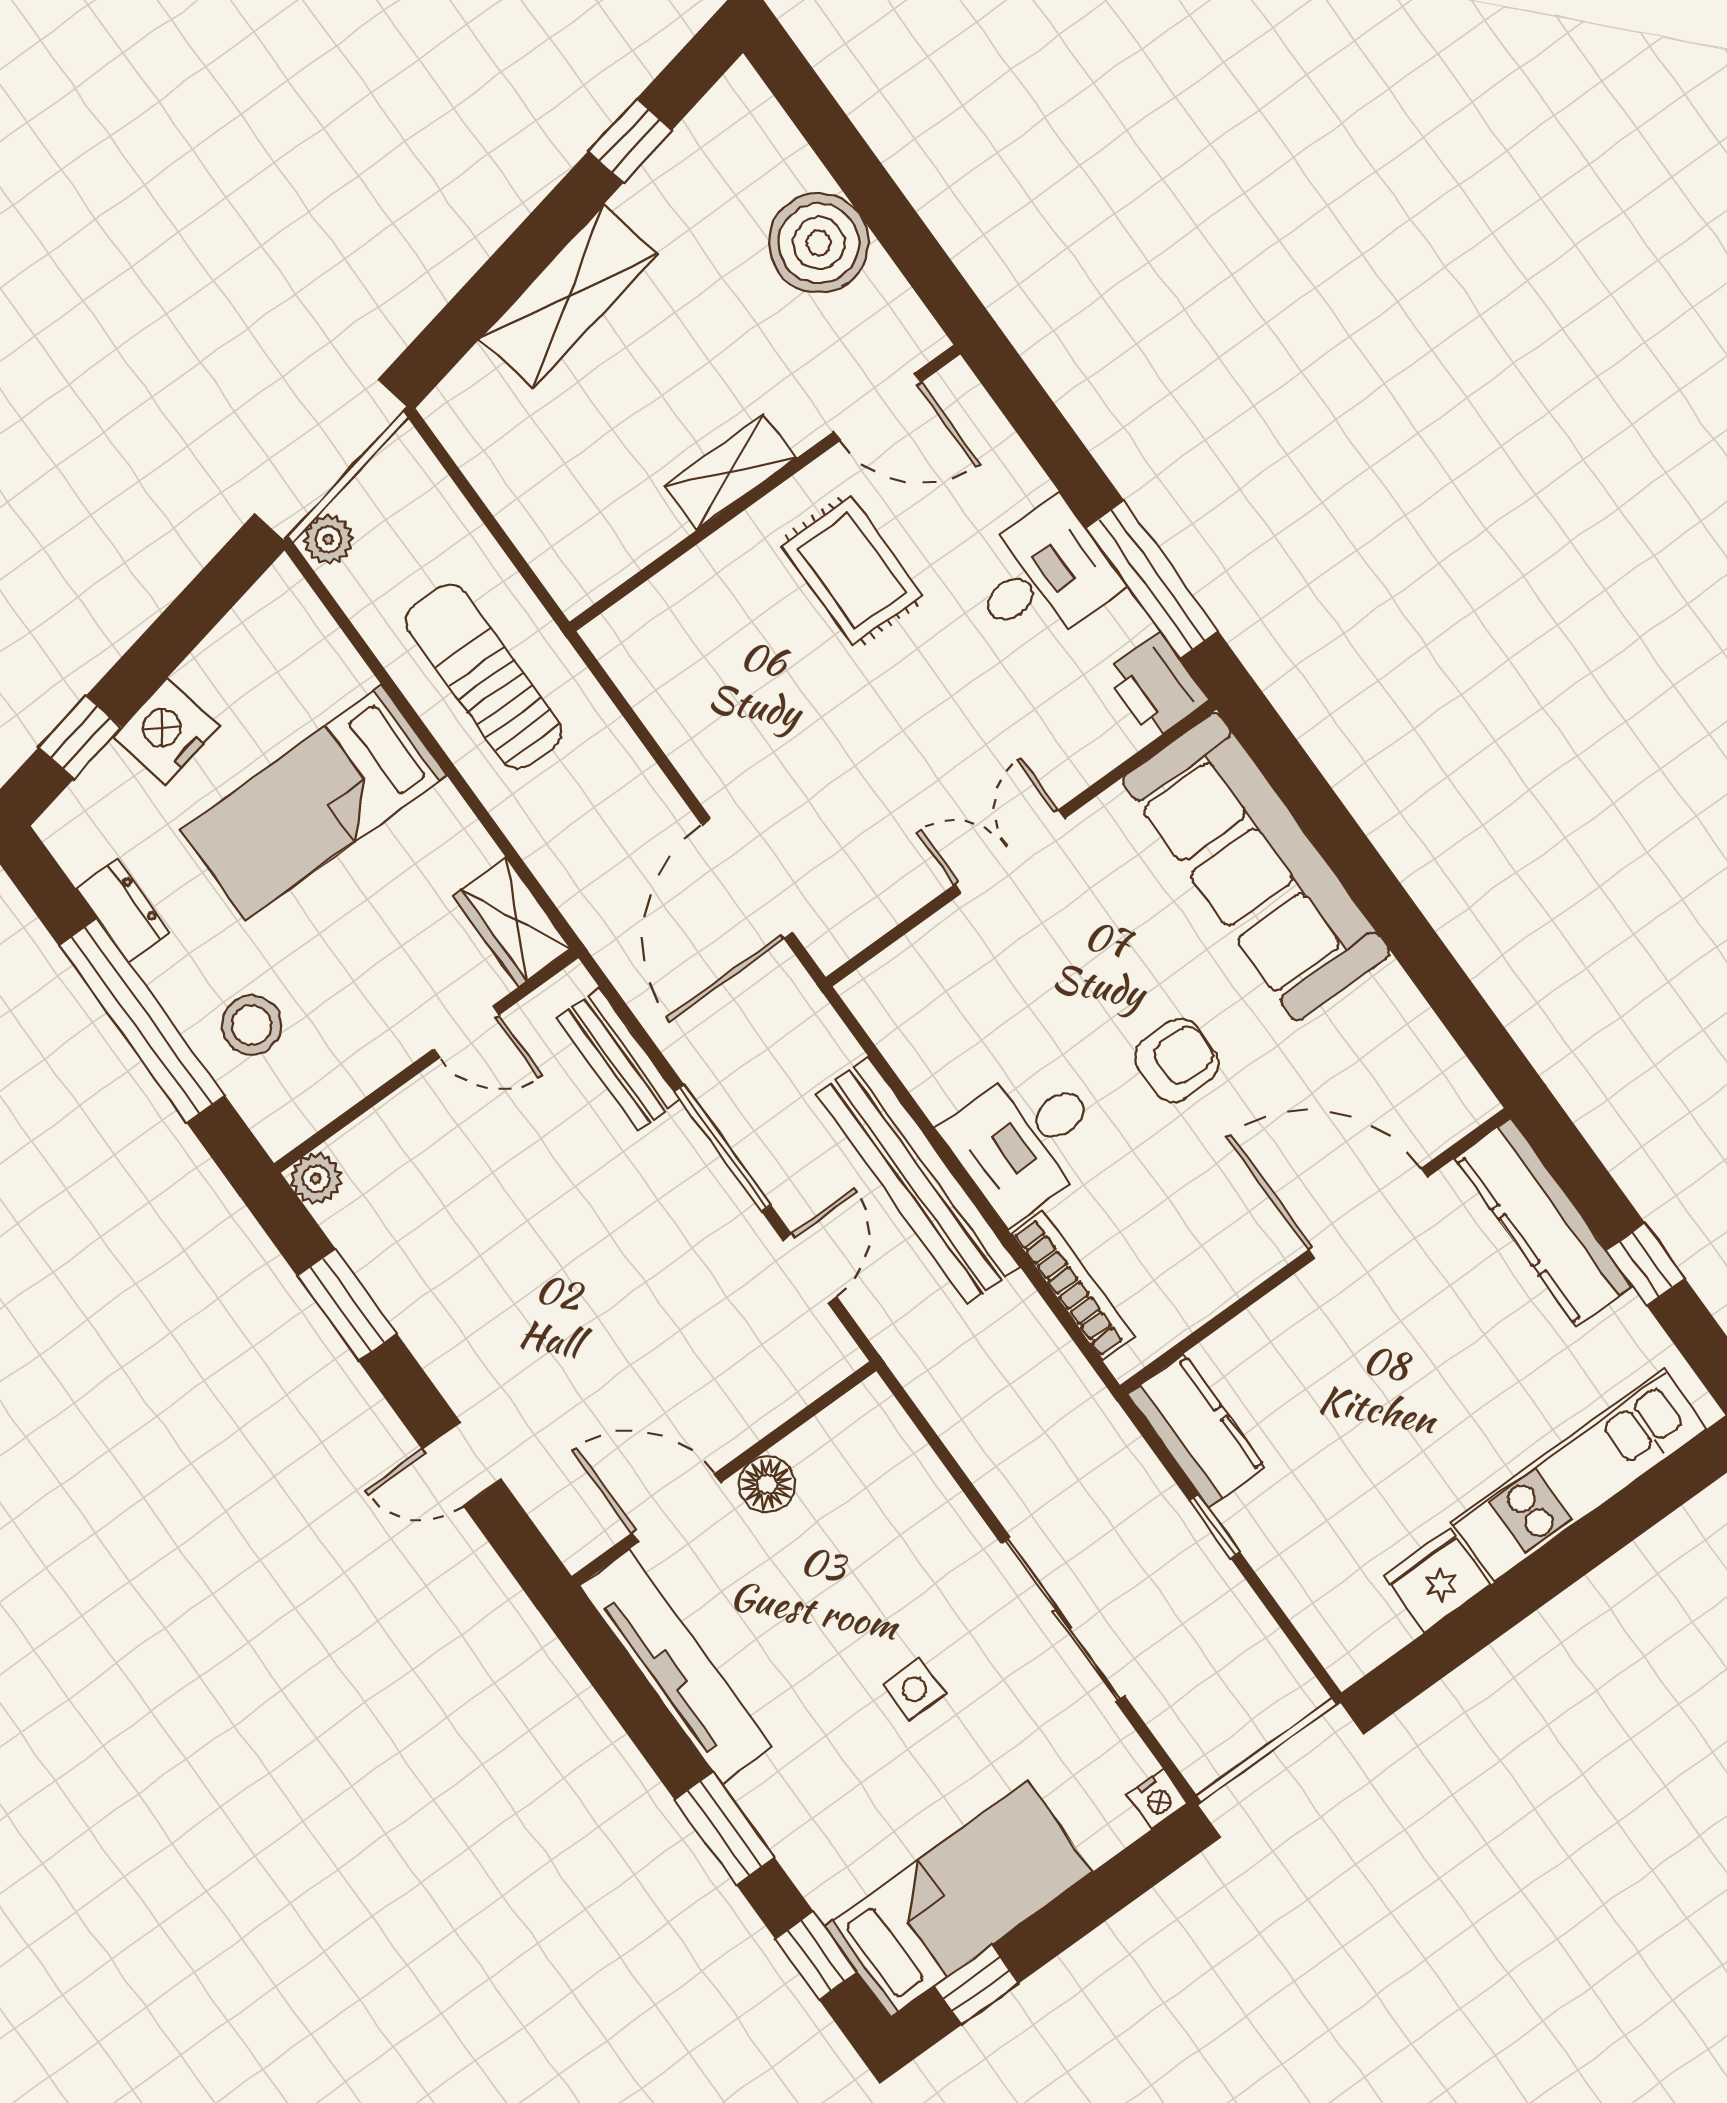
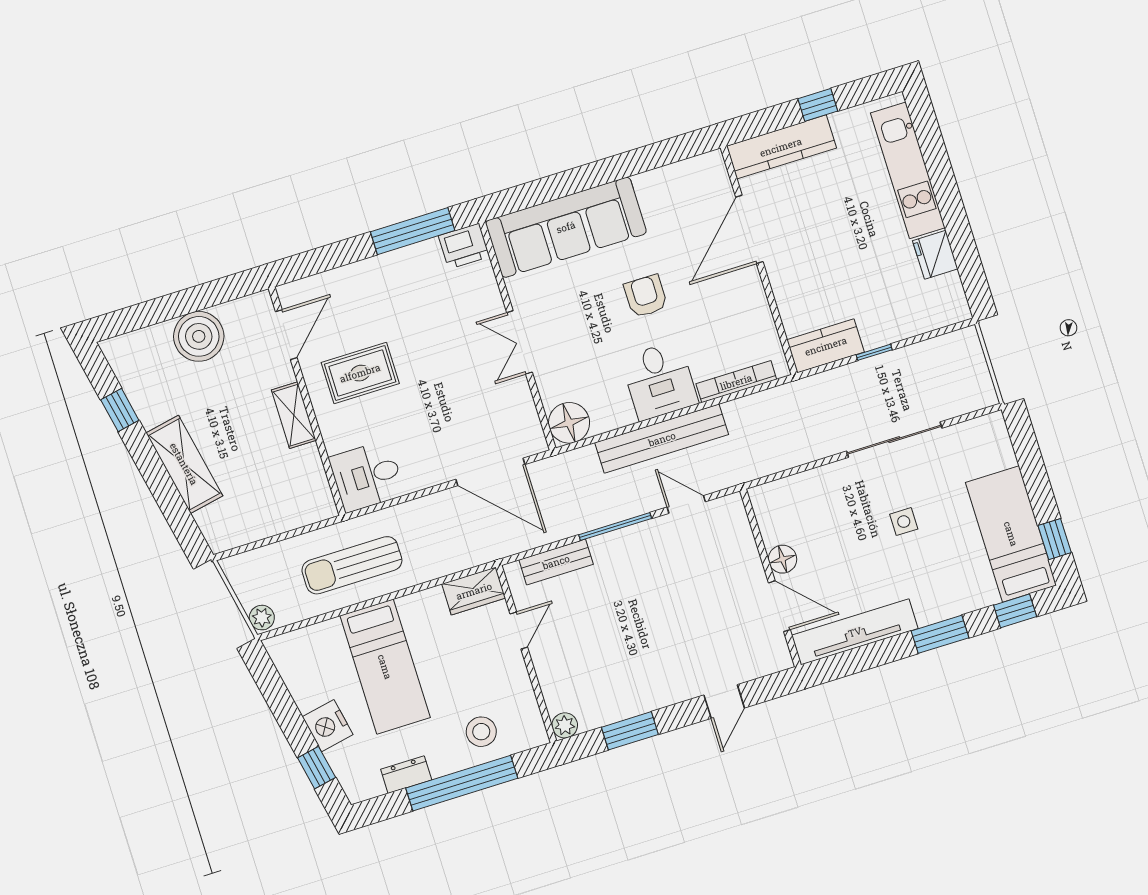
desk: (1042, 576) -> (367, 476), moved, turned -90
floor lamp: (889, 996) -> (569, 423), added
door: (676, 1508) -> (779, 606), swing flipped
nightstand: (1157, 1799) -> (995, 423), removed

